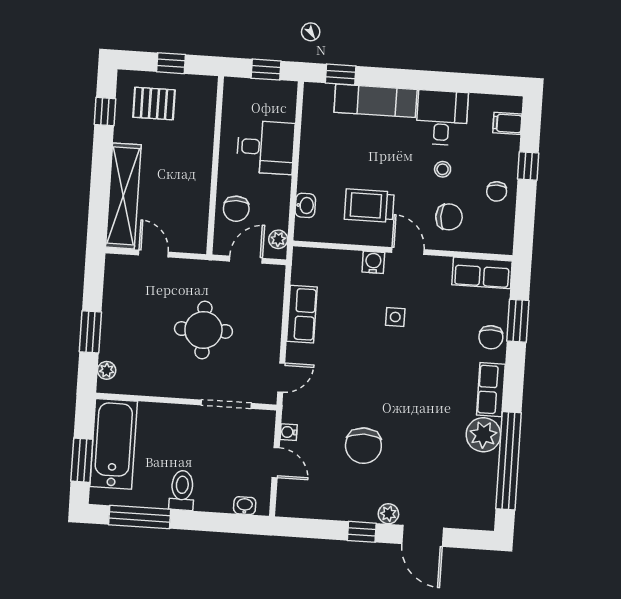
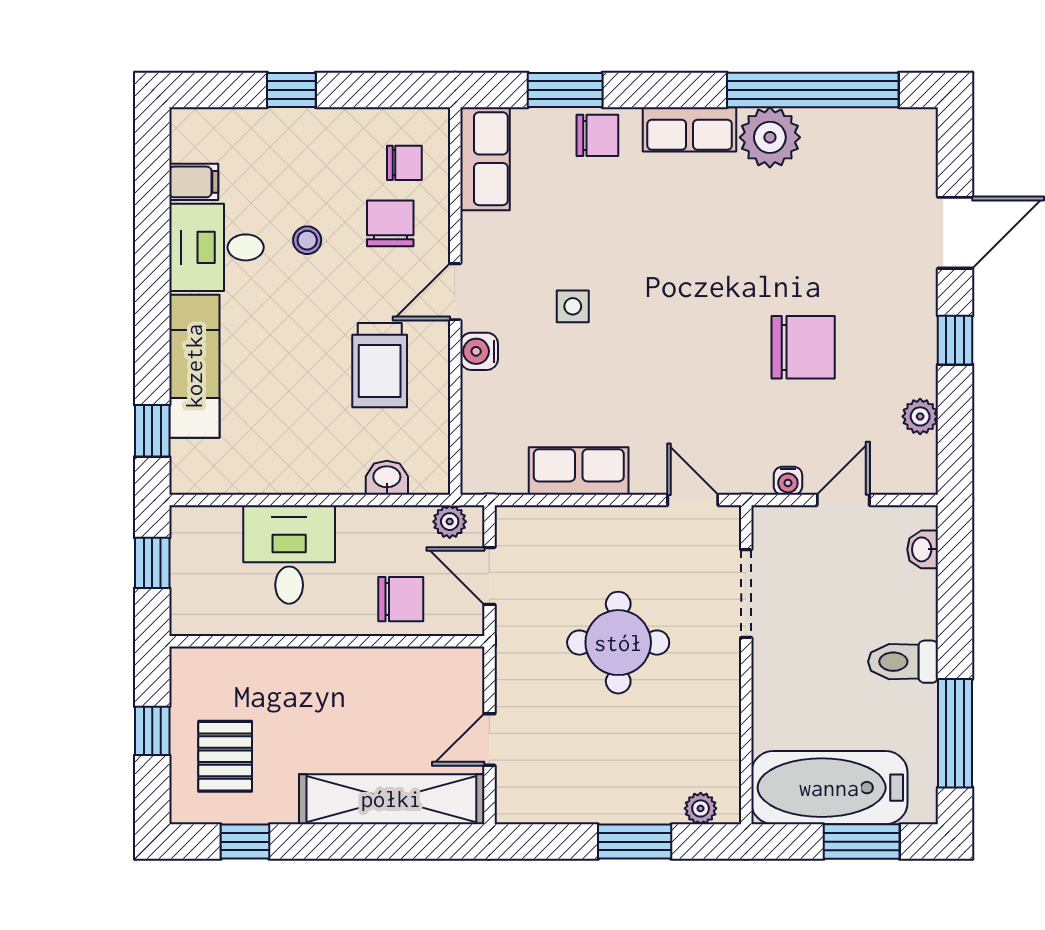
filing cabinet: (507, 123) -> (194, 182), moved, turned -90
chair: (497, 191) -> (404, 163), moved
plant: (388, 514) -> (920, 416), moved

